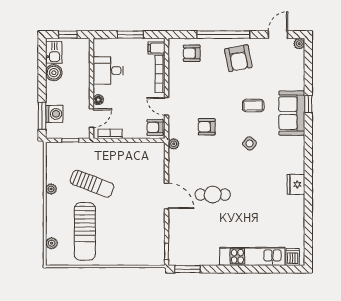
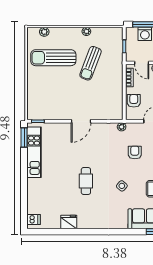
armchair: (155, 127) -> (134, 101), moved
fridge: (296, 184) -> (69, 222), moved
cafe table: (213, 195) -> (86, 181), moved
kitchen unit: (252, 256) -> (34, 152), moved

